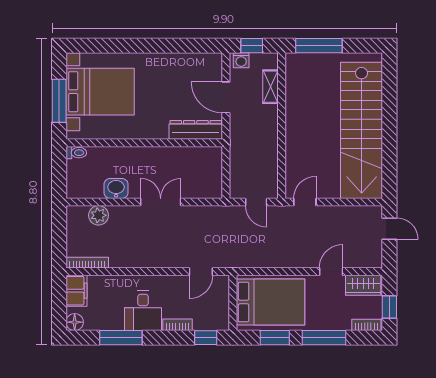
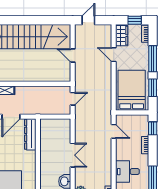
double door: (161, 202) -> (73, 155), swing flipped
door: (305, 202) -> (73, 55), moved
desk: (143, 311) -> (127, 172), moved, turned 180

